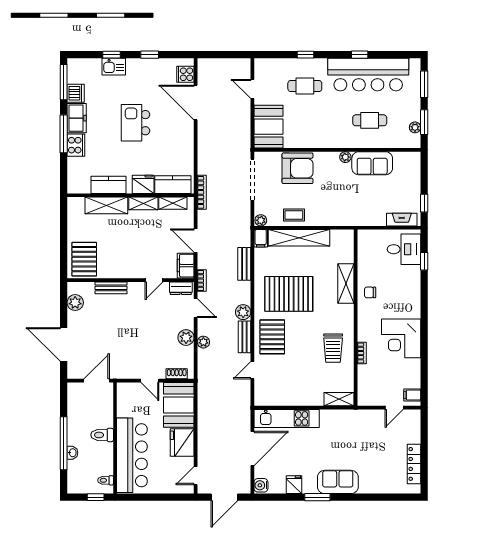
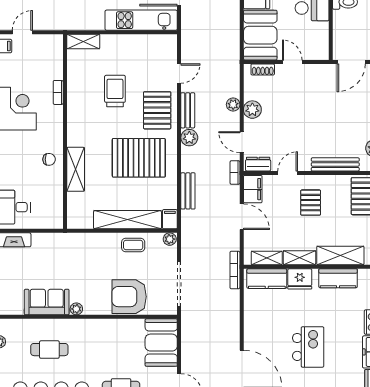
pallet: (133, 253) -> (311, 203), added
bench: (111, 288) -> (335, 164), width x1.36
trolley: (333, 348) -> (115, 91), moved

